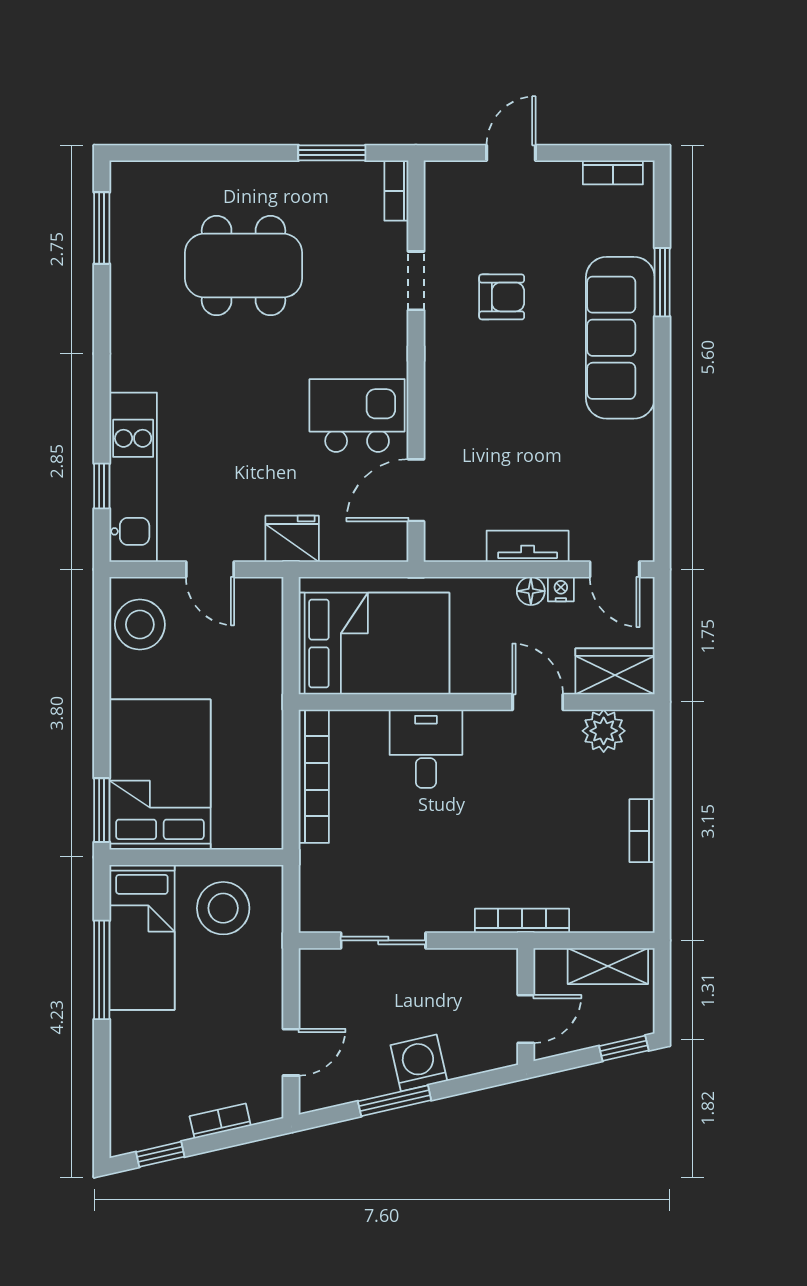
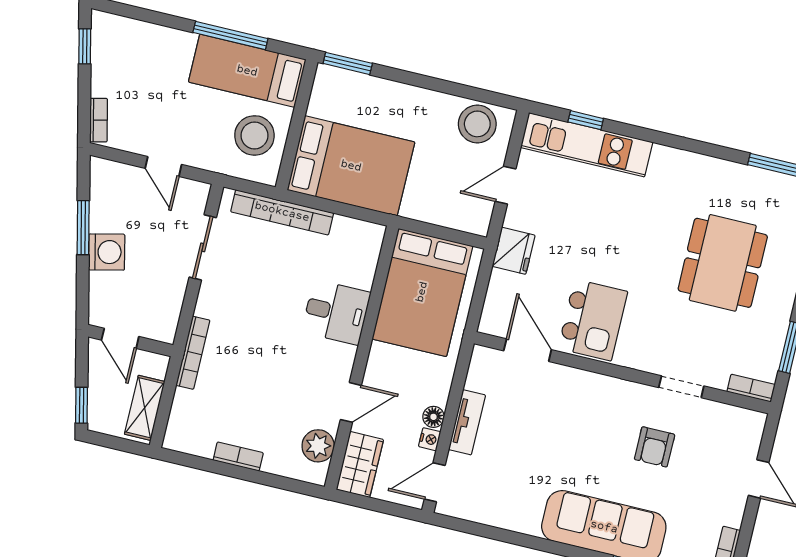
bed: (160, 775) -> (351, 166), moved
bookcase: (314, 776) -> (282, 212), moved
door: (291, 1052) -> (163, 166), moved
bookcase: (220, 1121) -> (99, 120), moved

